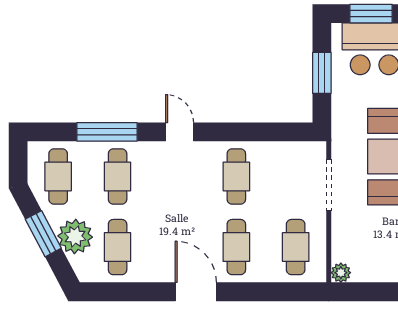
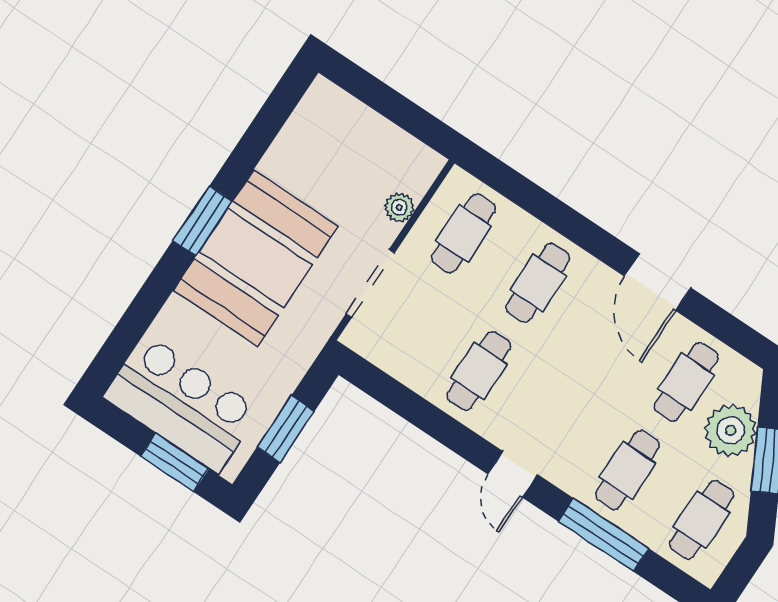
plant: (341, 273) -> (399, 207), moved
door: (196, 292) -> (658, 282), moved

